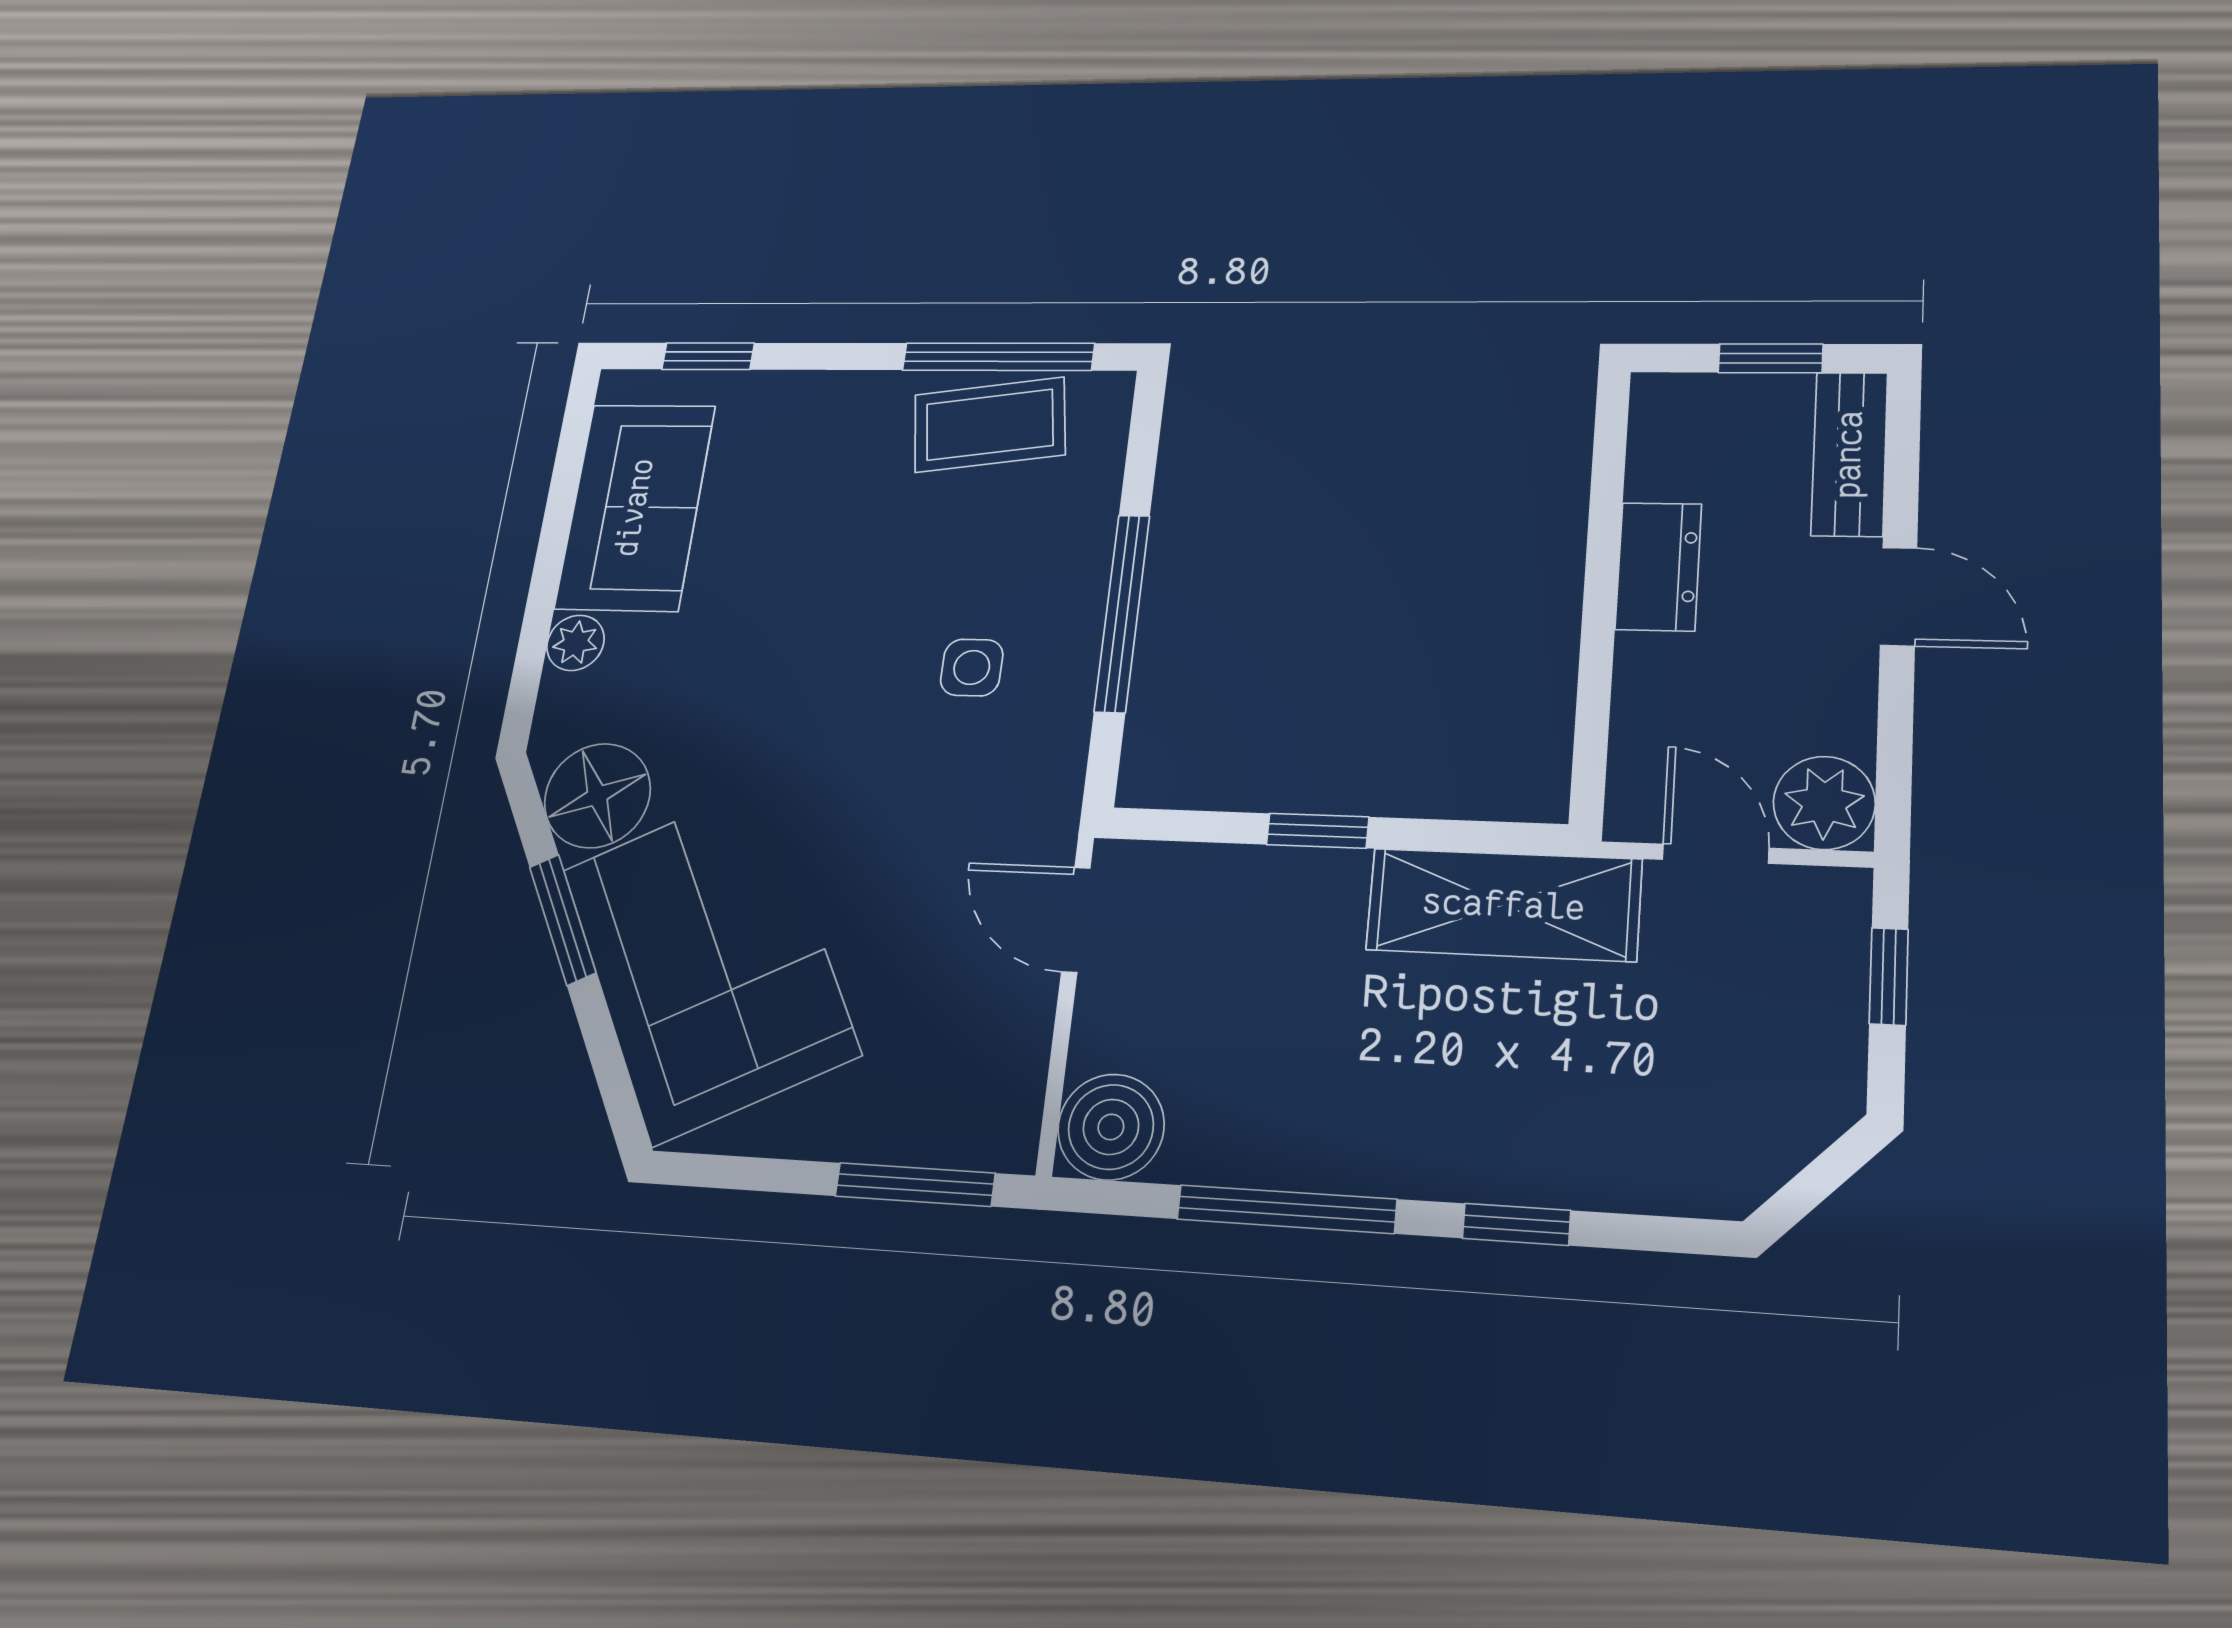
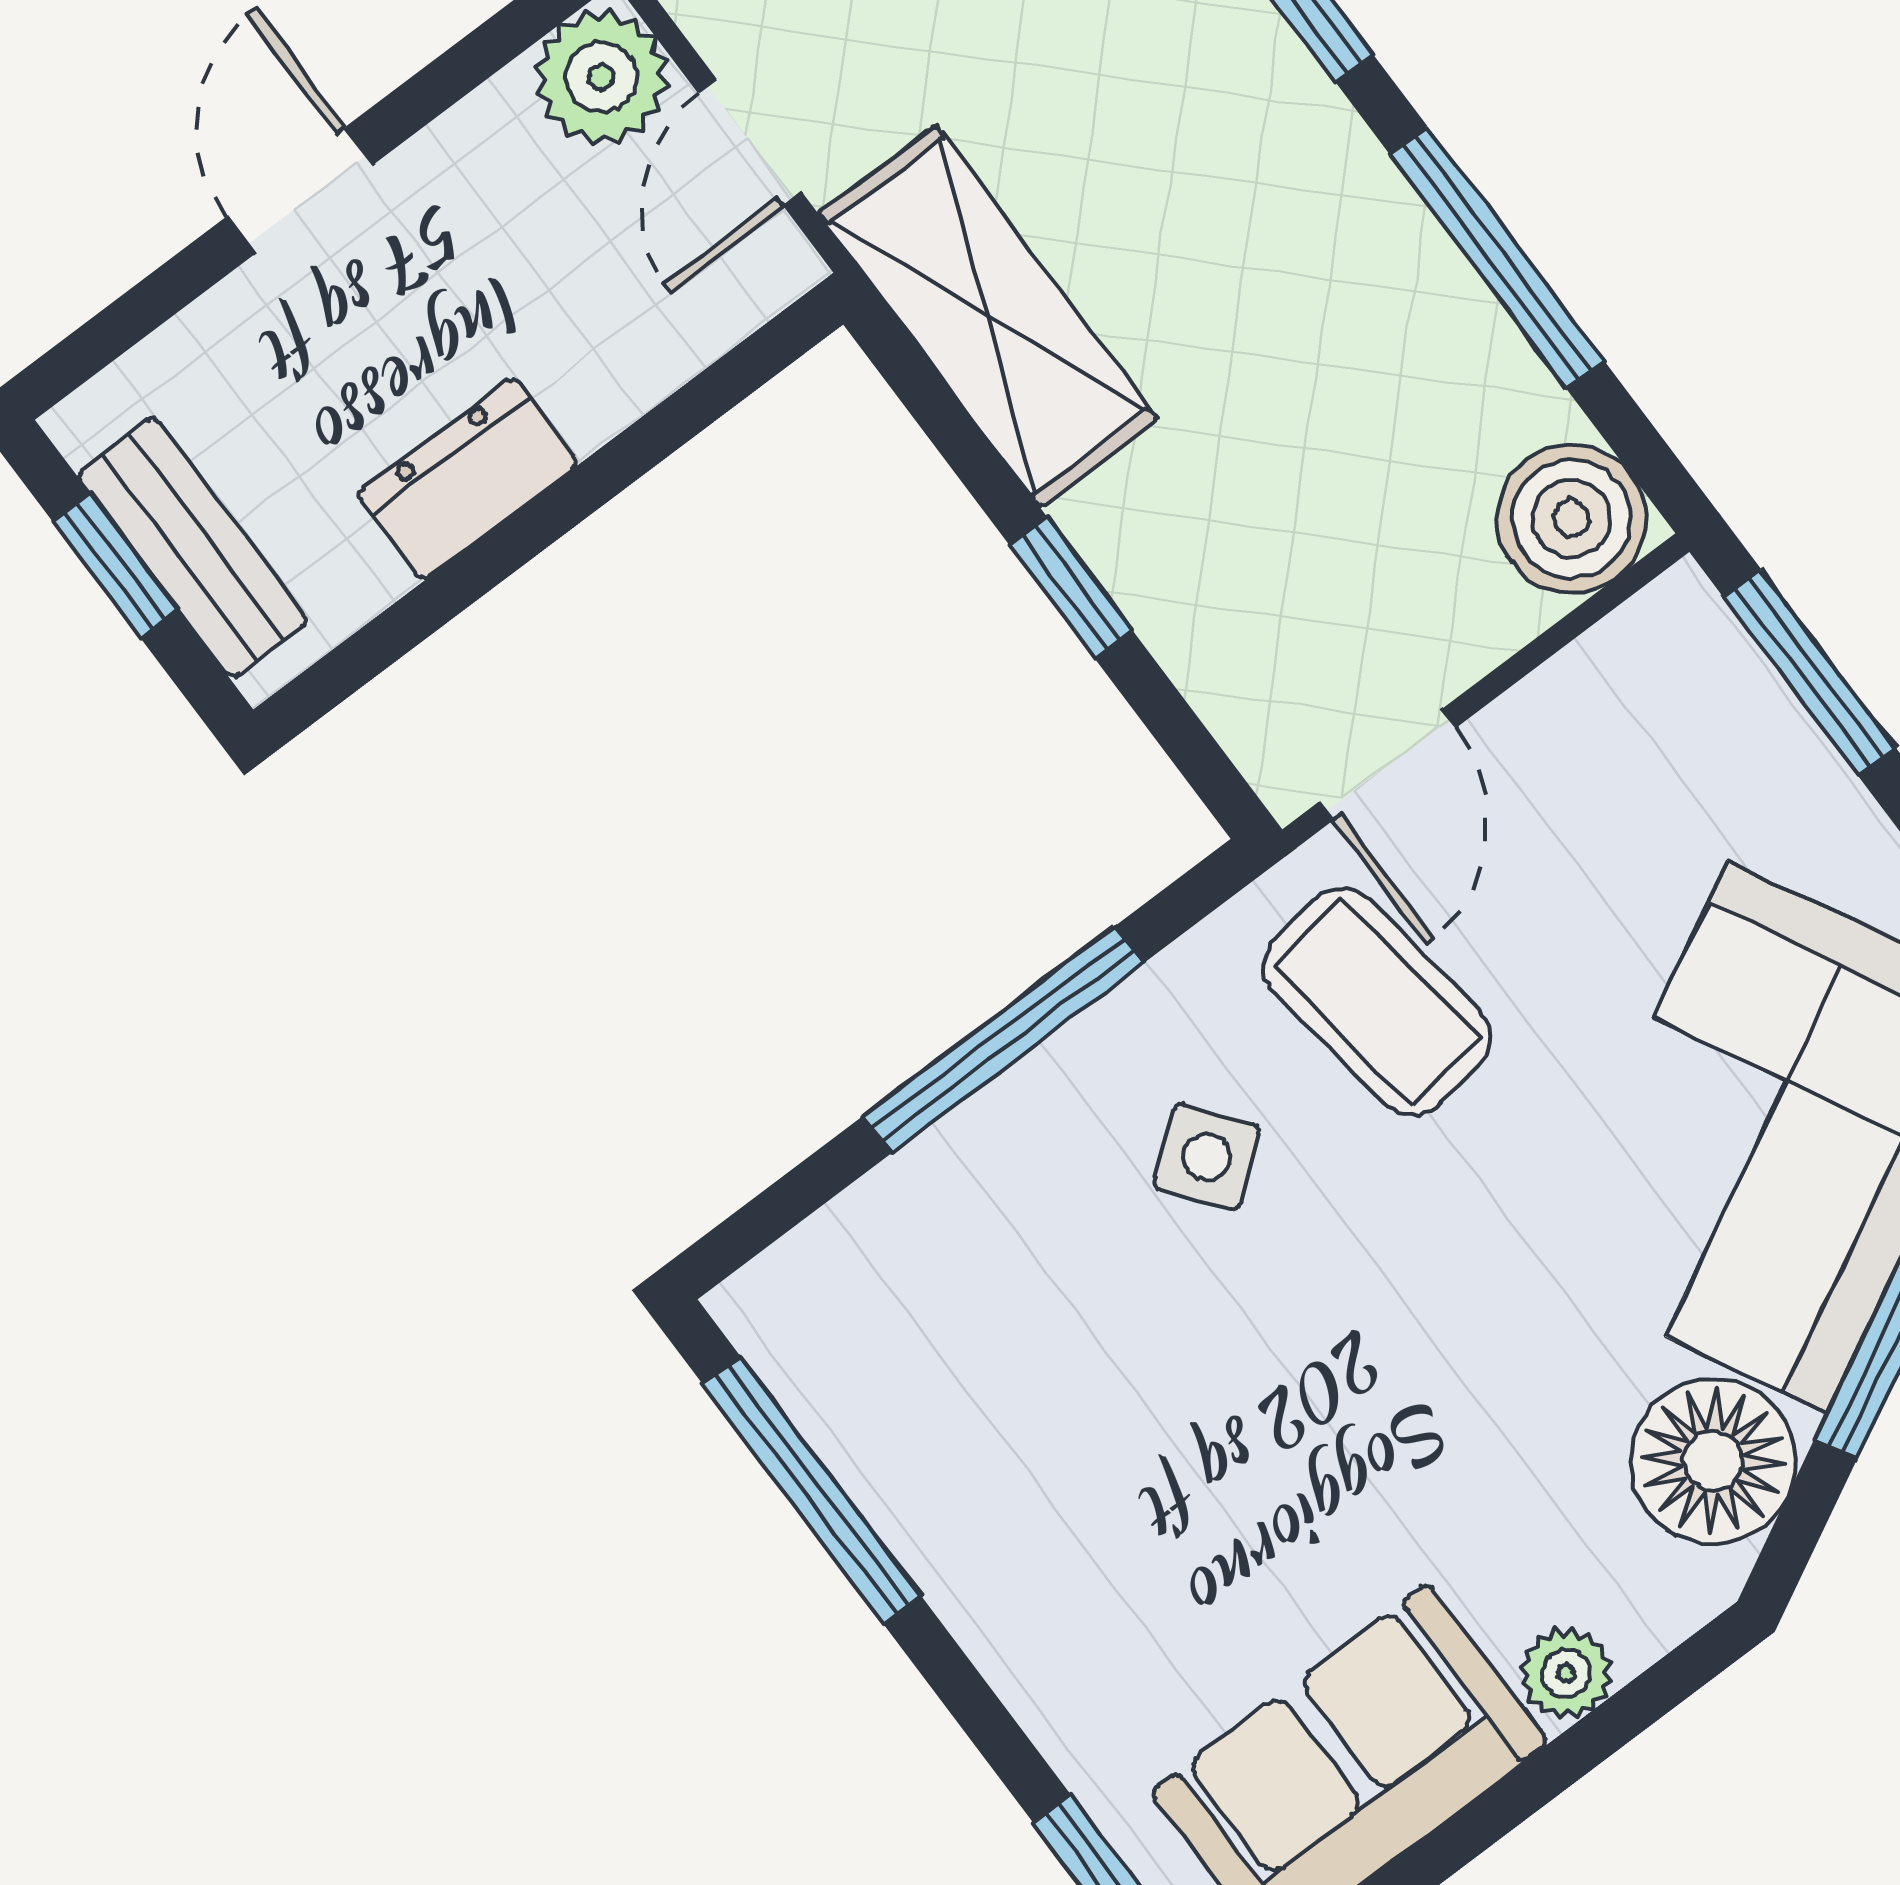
coffee table: (990, 425) -> (1377, 1002), moved
bench: (1849, 454) -> (193, 547), moved, turned 90
side table: (972, 667) -> (1207, 1157), turned -37

